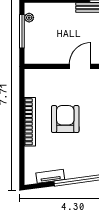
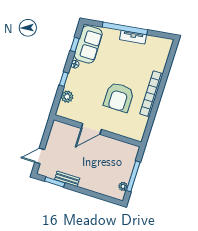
armchair: (65, 119) -> (119, 97), moved
tv unit: (50, 176) -> (133, 37), moved

